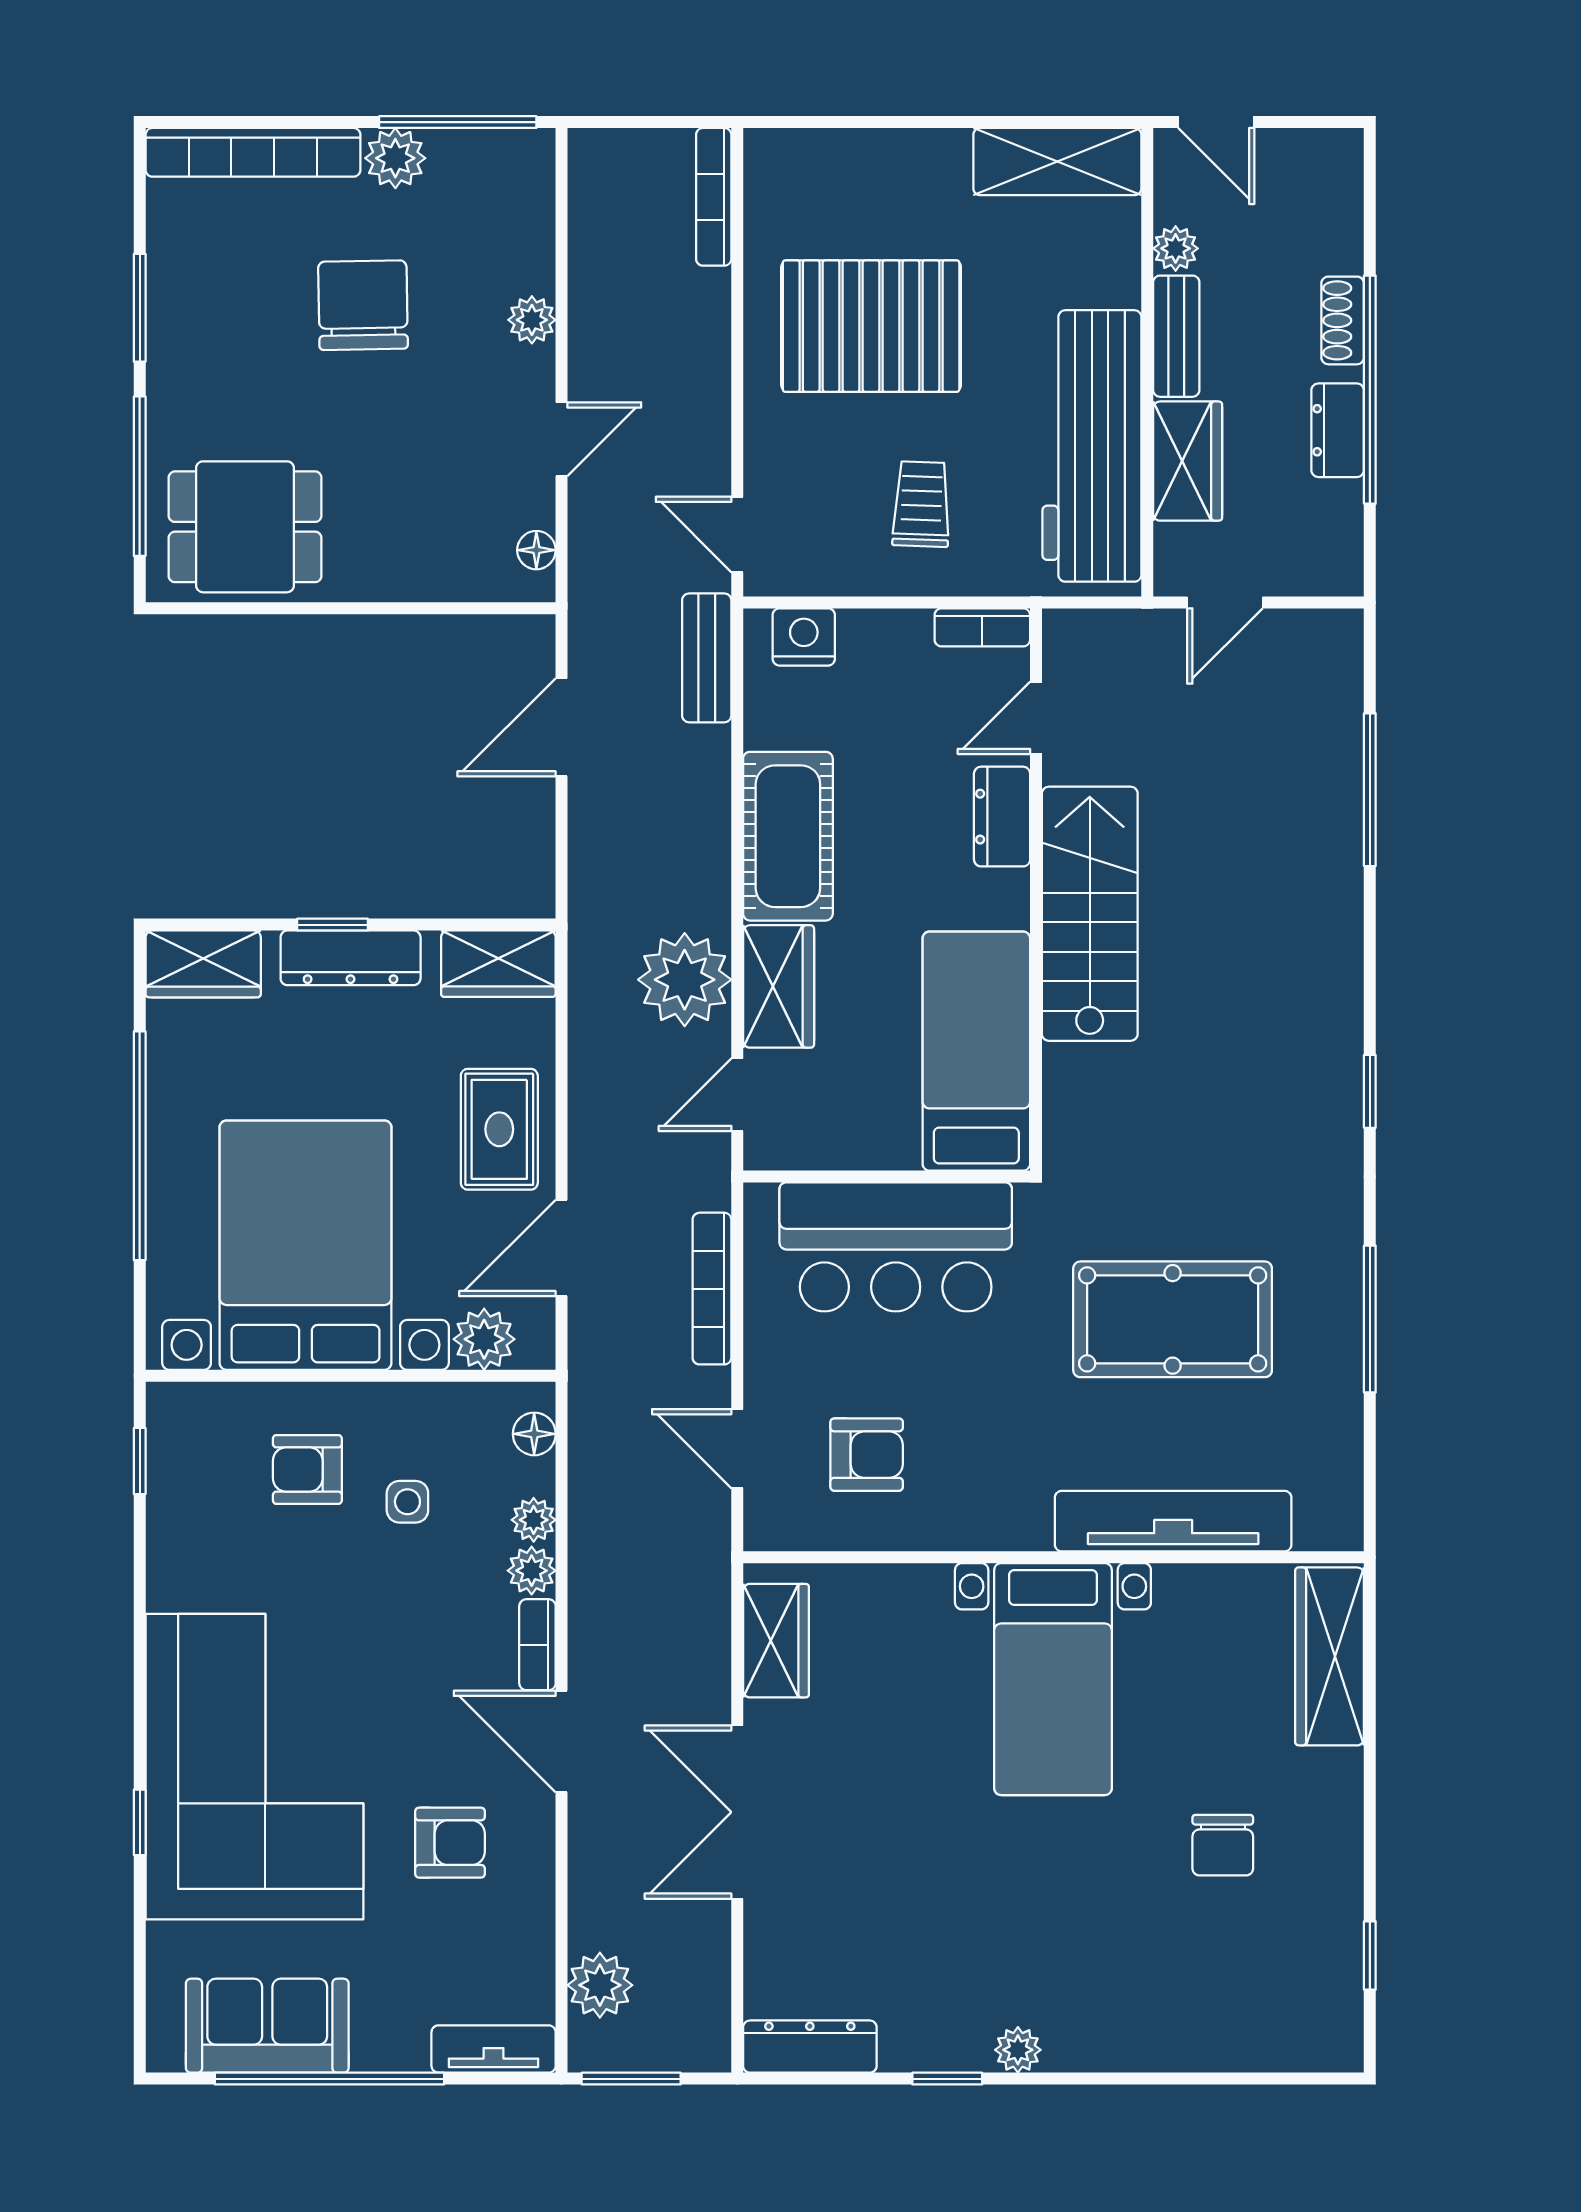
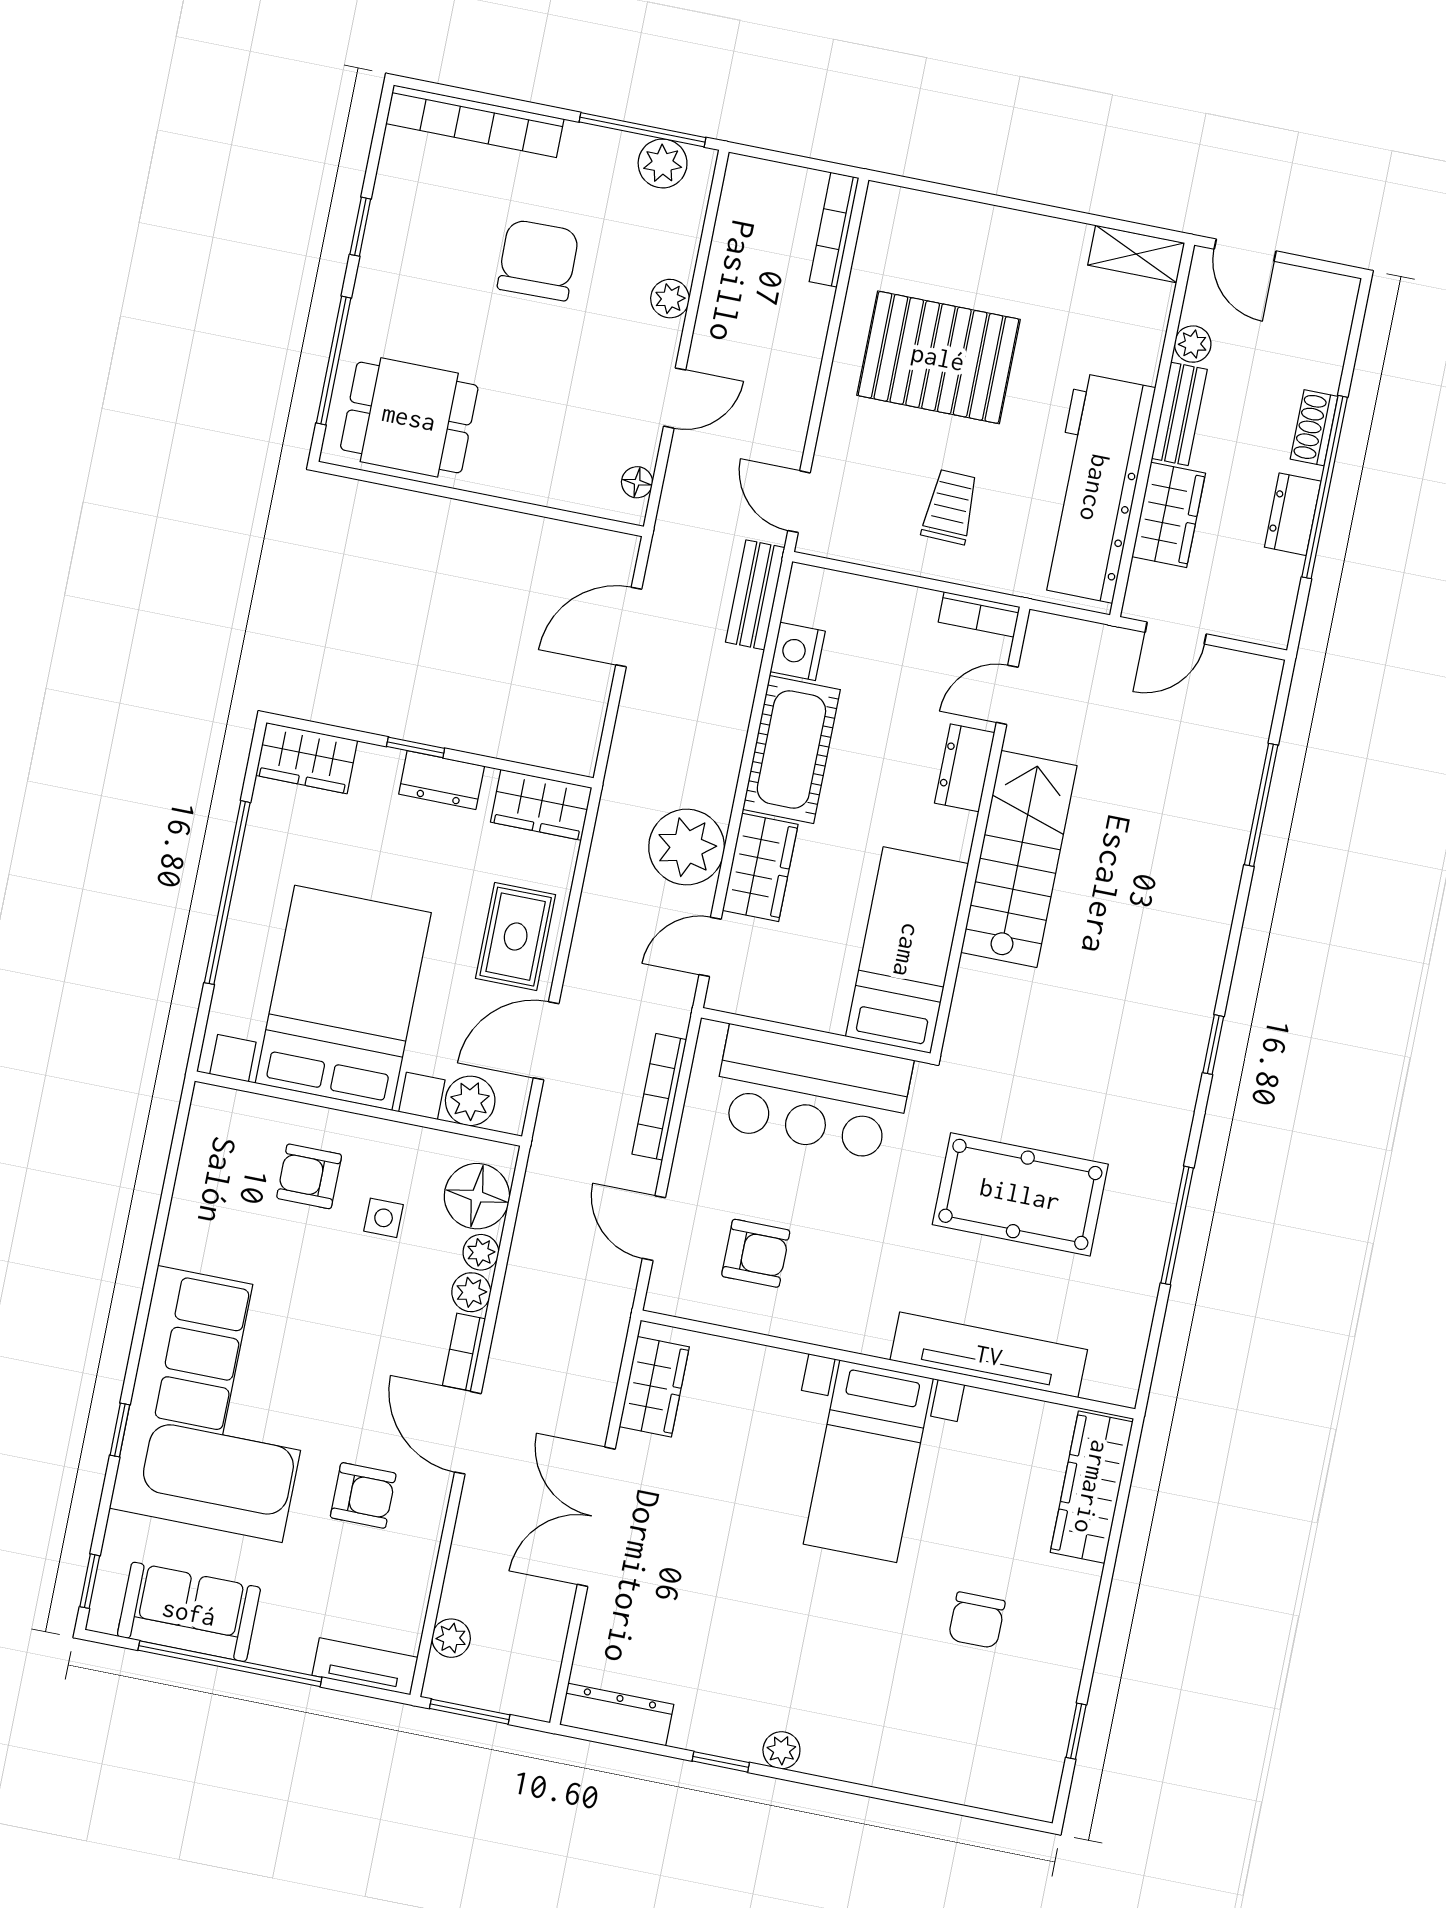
plant: (395, 158) -> (663, 163), moved
shelving: (1057, 162) -> (1136, 254), width x0.67, depth x0.75
window: (140, 308) -> (360, 227), width x0.67
nightstand: (804, 637) -> (798, 651), moved, turned -90
dresser: (351, 958) -> (442, 780), width x0.70
floor lamp: (534, 1434) -> (477, 1196), width x1.89, depth x1.89
window: (140, 1461) -> (90, 1581), moved
plant: (600, 1985) -> (451, 1638), width x0.73, depth x0.73

